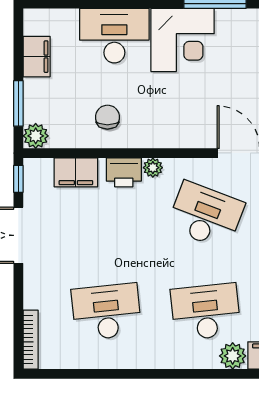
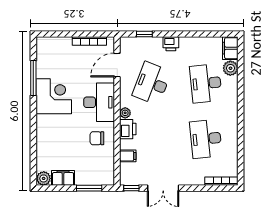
desk: (114, 36) -> (99, 102), moved, turned 180
plant: (36, 136) -> (44, 178), moved
filing cabinet: (76, 172) -> (128, 156), width x0.50

